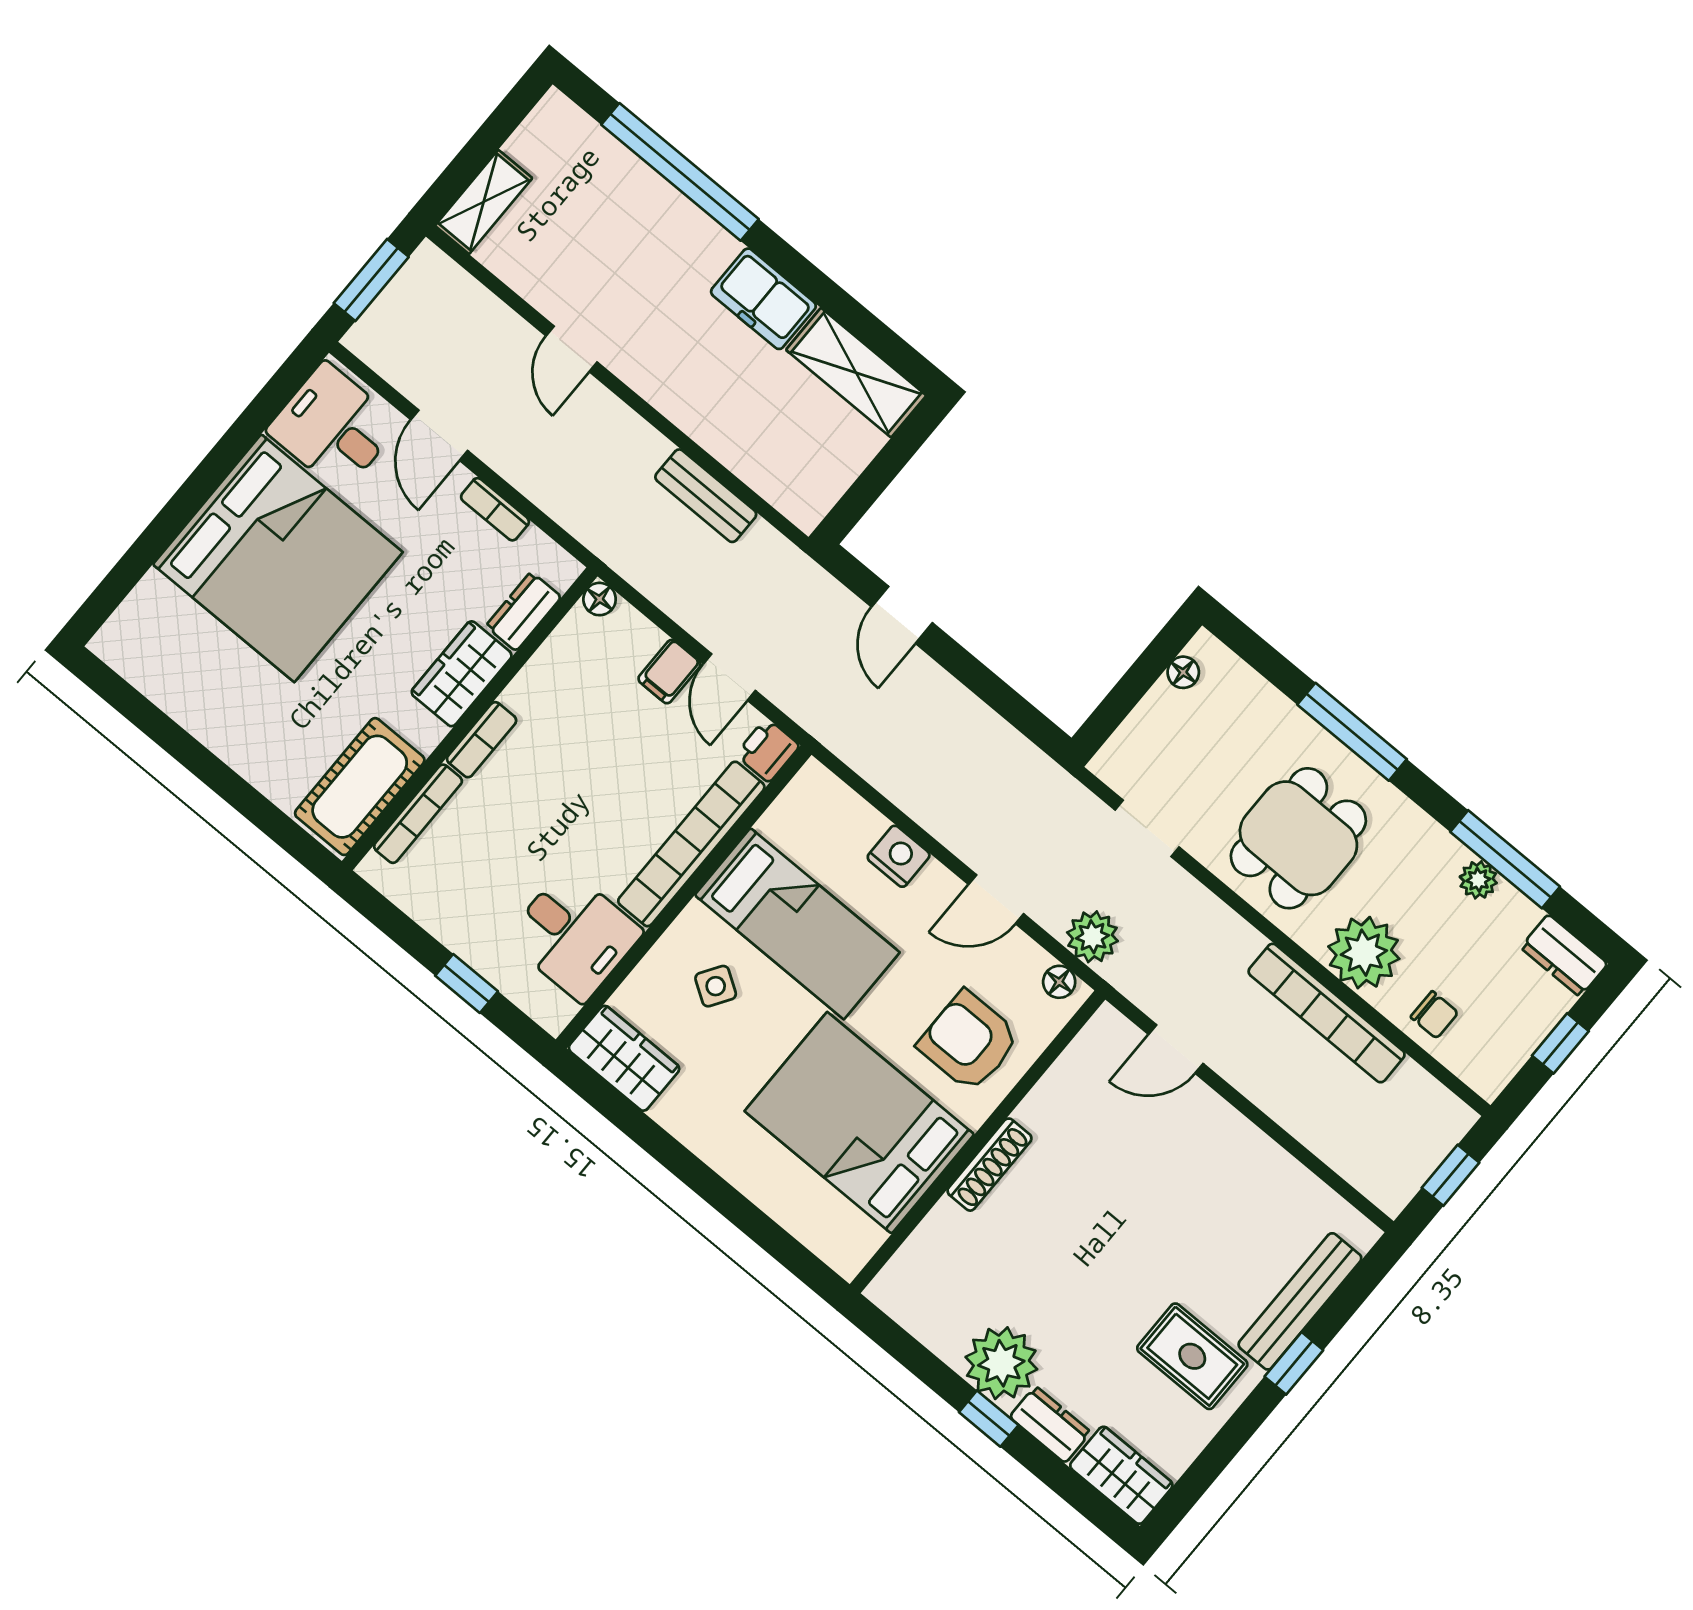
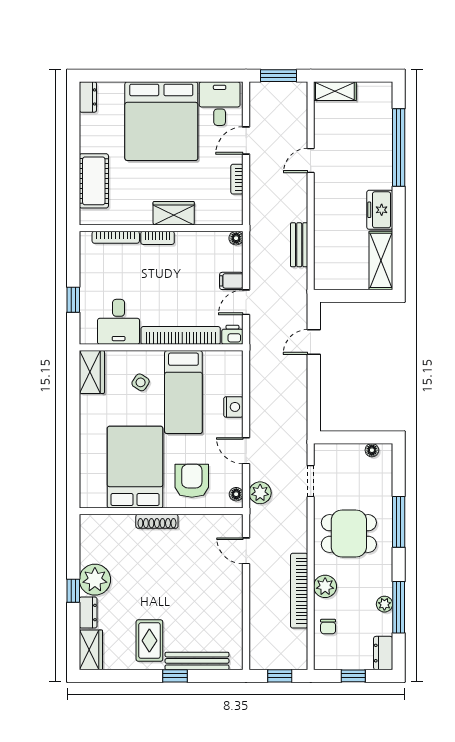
dresser: (524, 611) -> (88, 97), moved, turned 90
cot: (360, 787) -> (94, 181), moved, turned 90
plant: (1364, 953) -> (325, 586), width x0.73, depth x0.73

